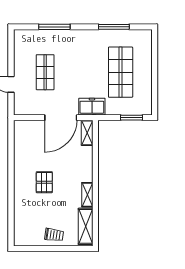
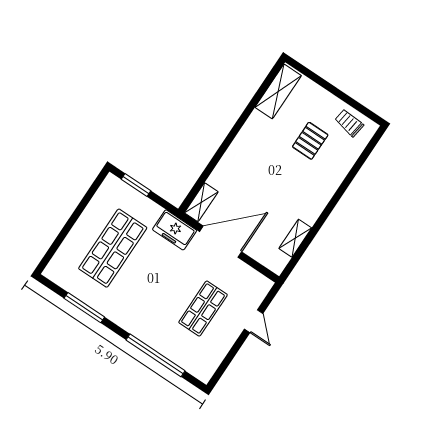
window: (54, 27) -> (155, 355), width x1.46
pallet: (44, 182) -> (310, 141), moved
shelving: (87, 195) -> (295, 238), moved
trolley: (54, 235) -> (349, 123), moved

